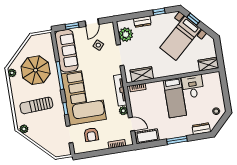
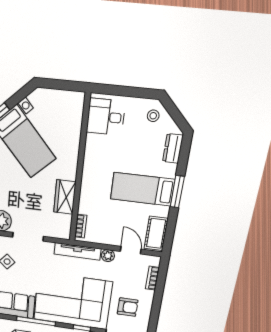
wardrobe: (208, 64) -> (75, 108), removed
wardrobe: (142, 74) -> (65, 197), moved
desk: (193, 86) -> (106, 117), moved
bed: (175, 98) -> (142, 189), moved, turned 180
door: (132, 124) -> (131, 250), hinge flipped

